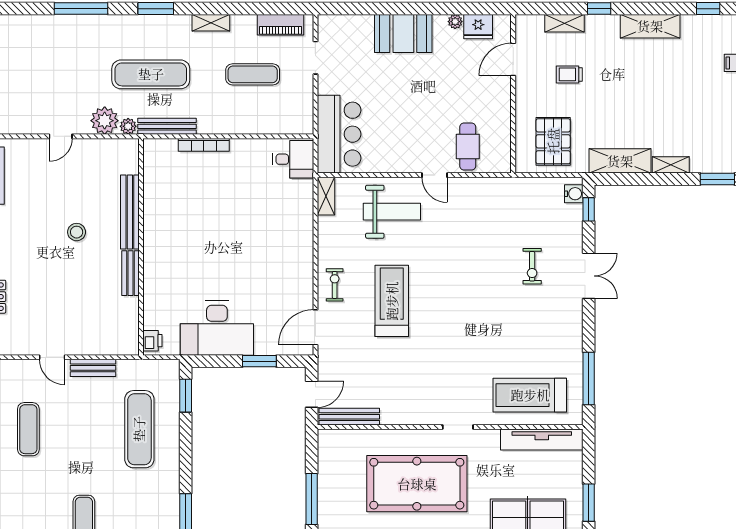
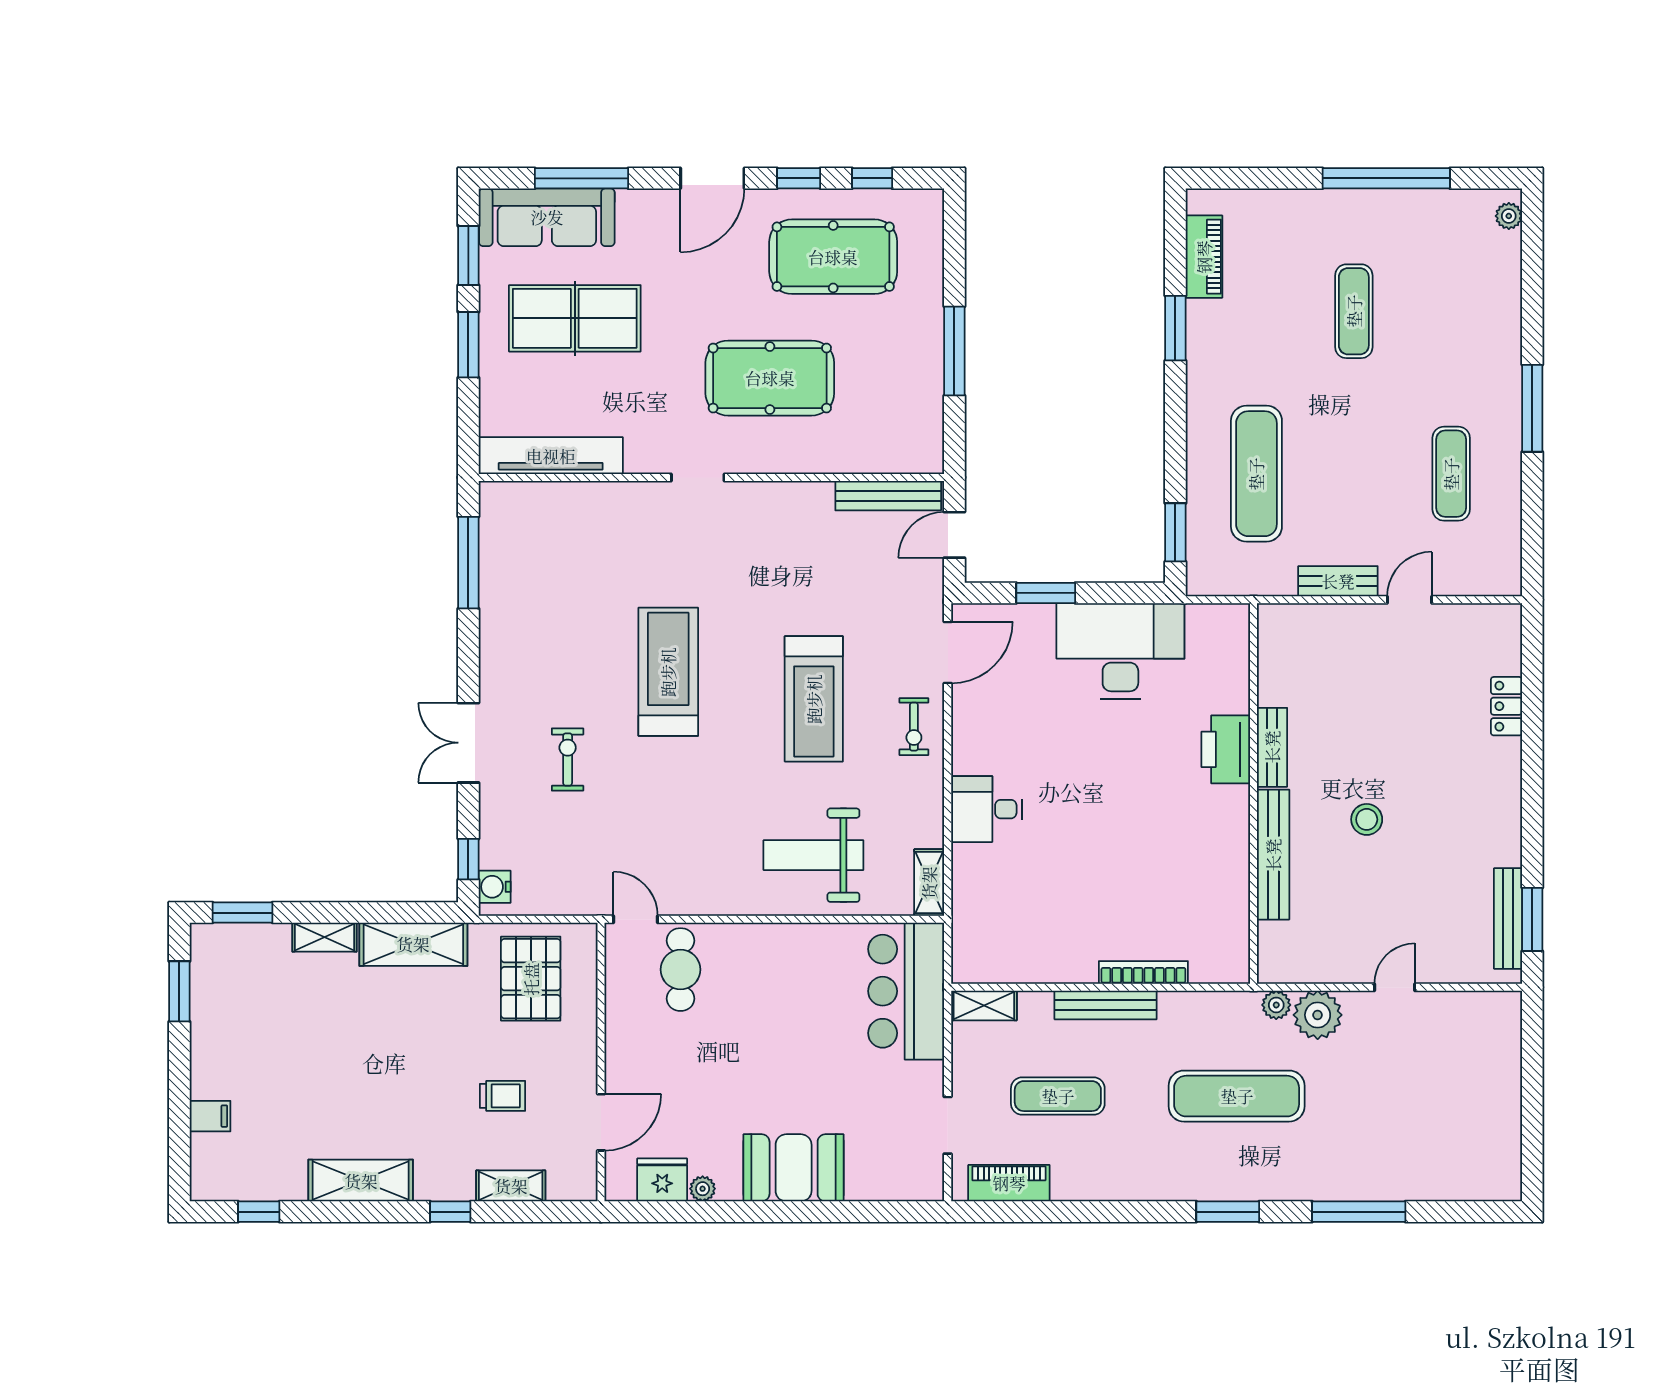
shelving: (211, 23) -> (984, 1005), moved
bench: (167, 126) -> (1106, 1005), moved
desk: (293, 159) -> (987, 809), moved
door: (435, 175) -> (636, 919), moved
printer: (152, 341) -> (1226, 749), moved, width x1.87, depth x1.48
door: (52, 357) -> (1410, 600), hinge flipped
treadmill: (530, 395) -> (668, 672), moved, turned -90
pool table: (417, 484) -> (770, 378), width x0.73, depth x0.76

